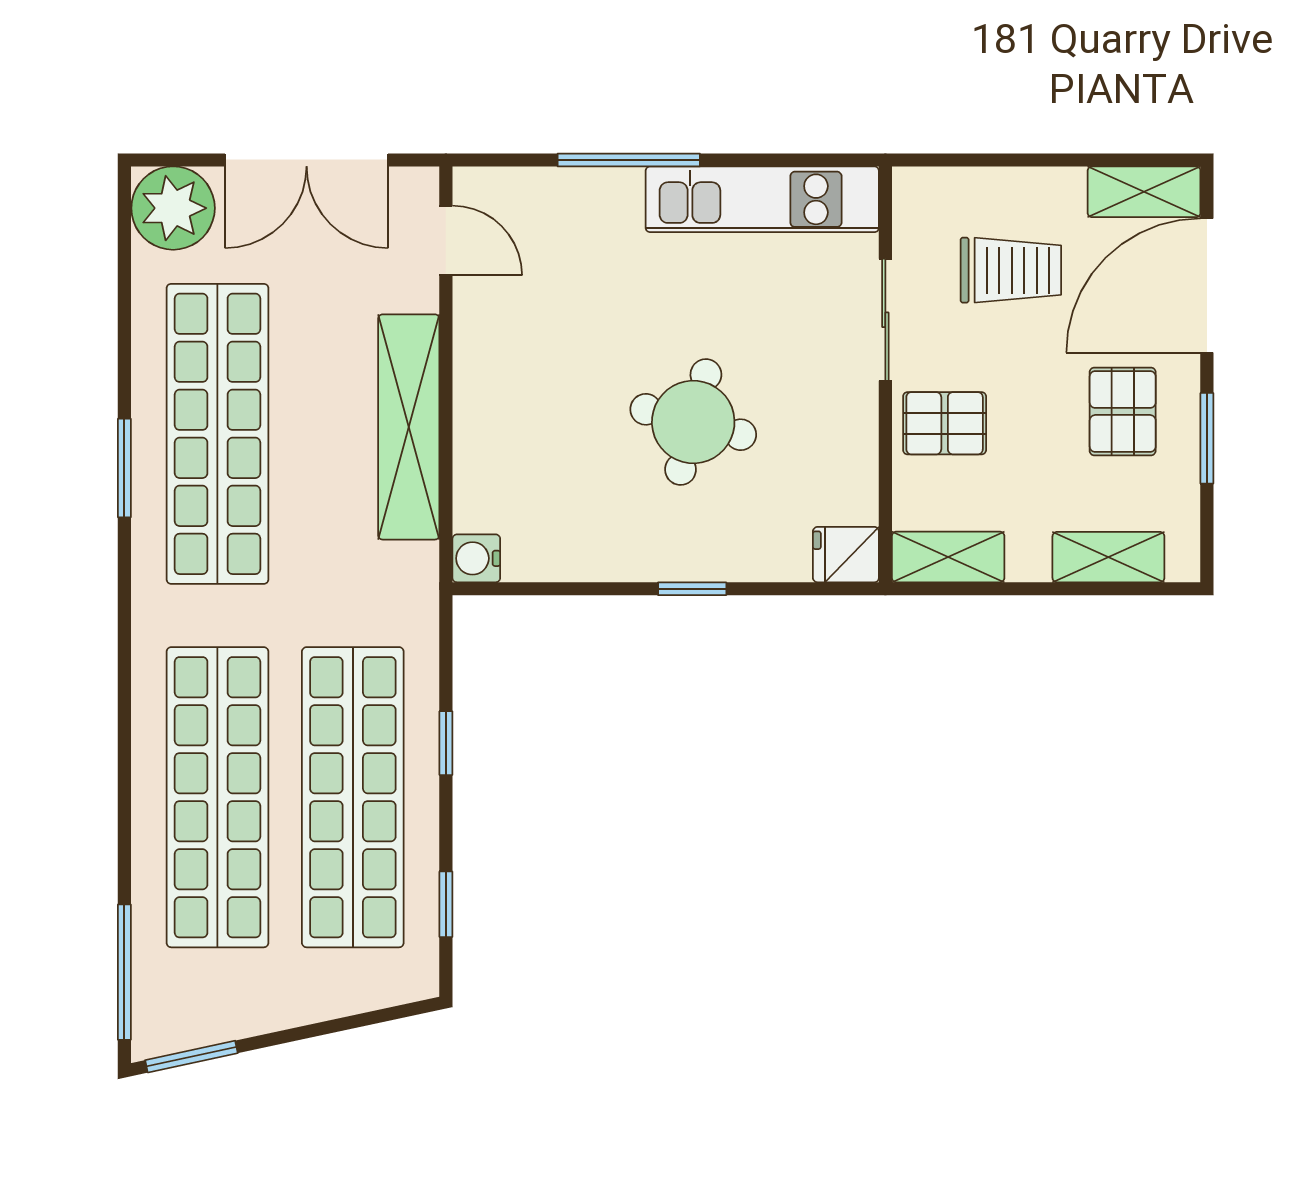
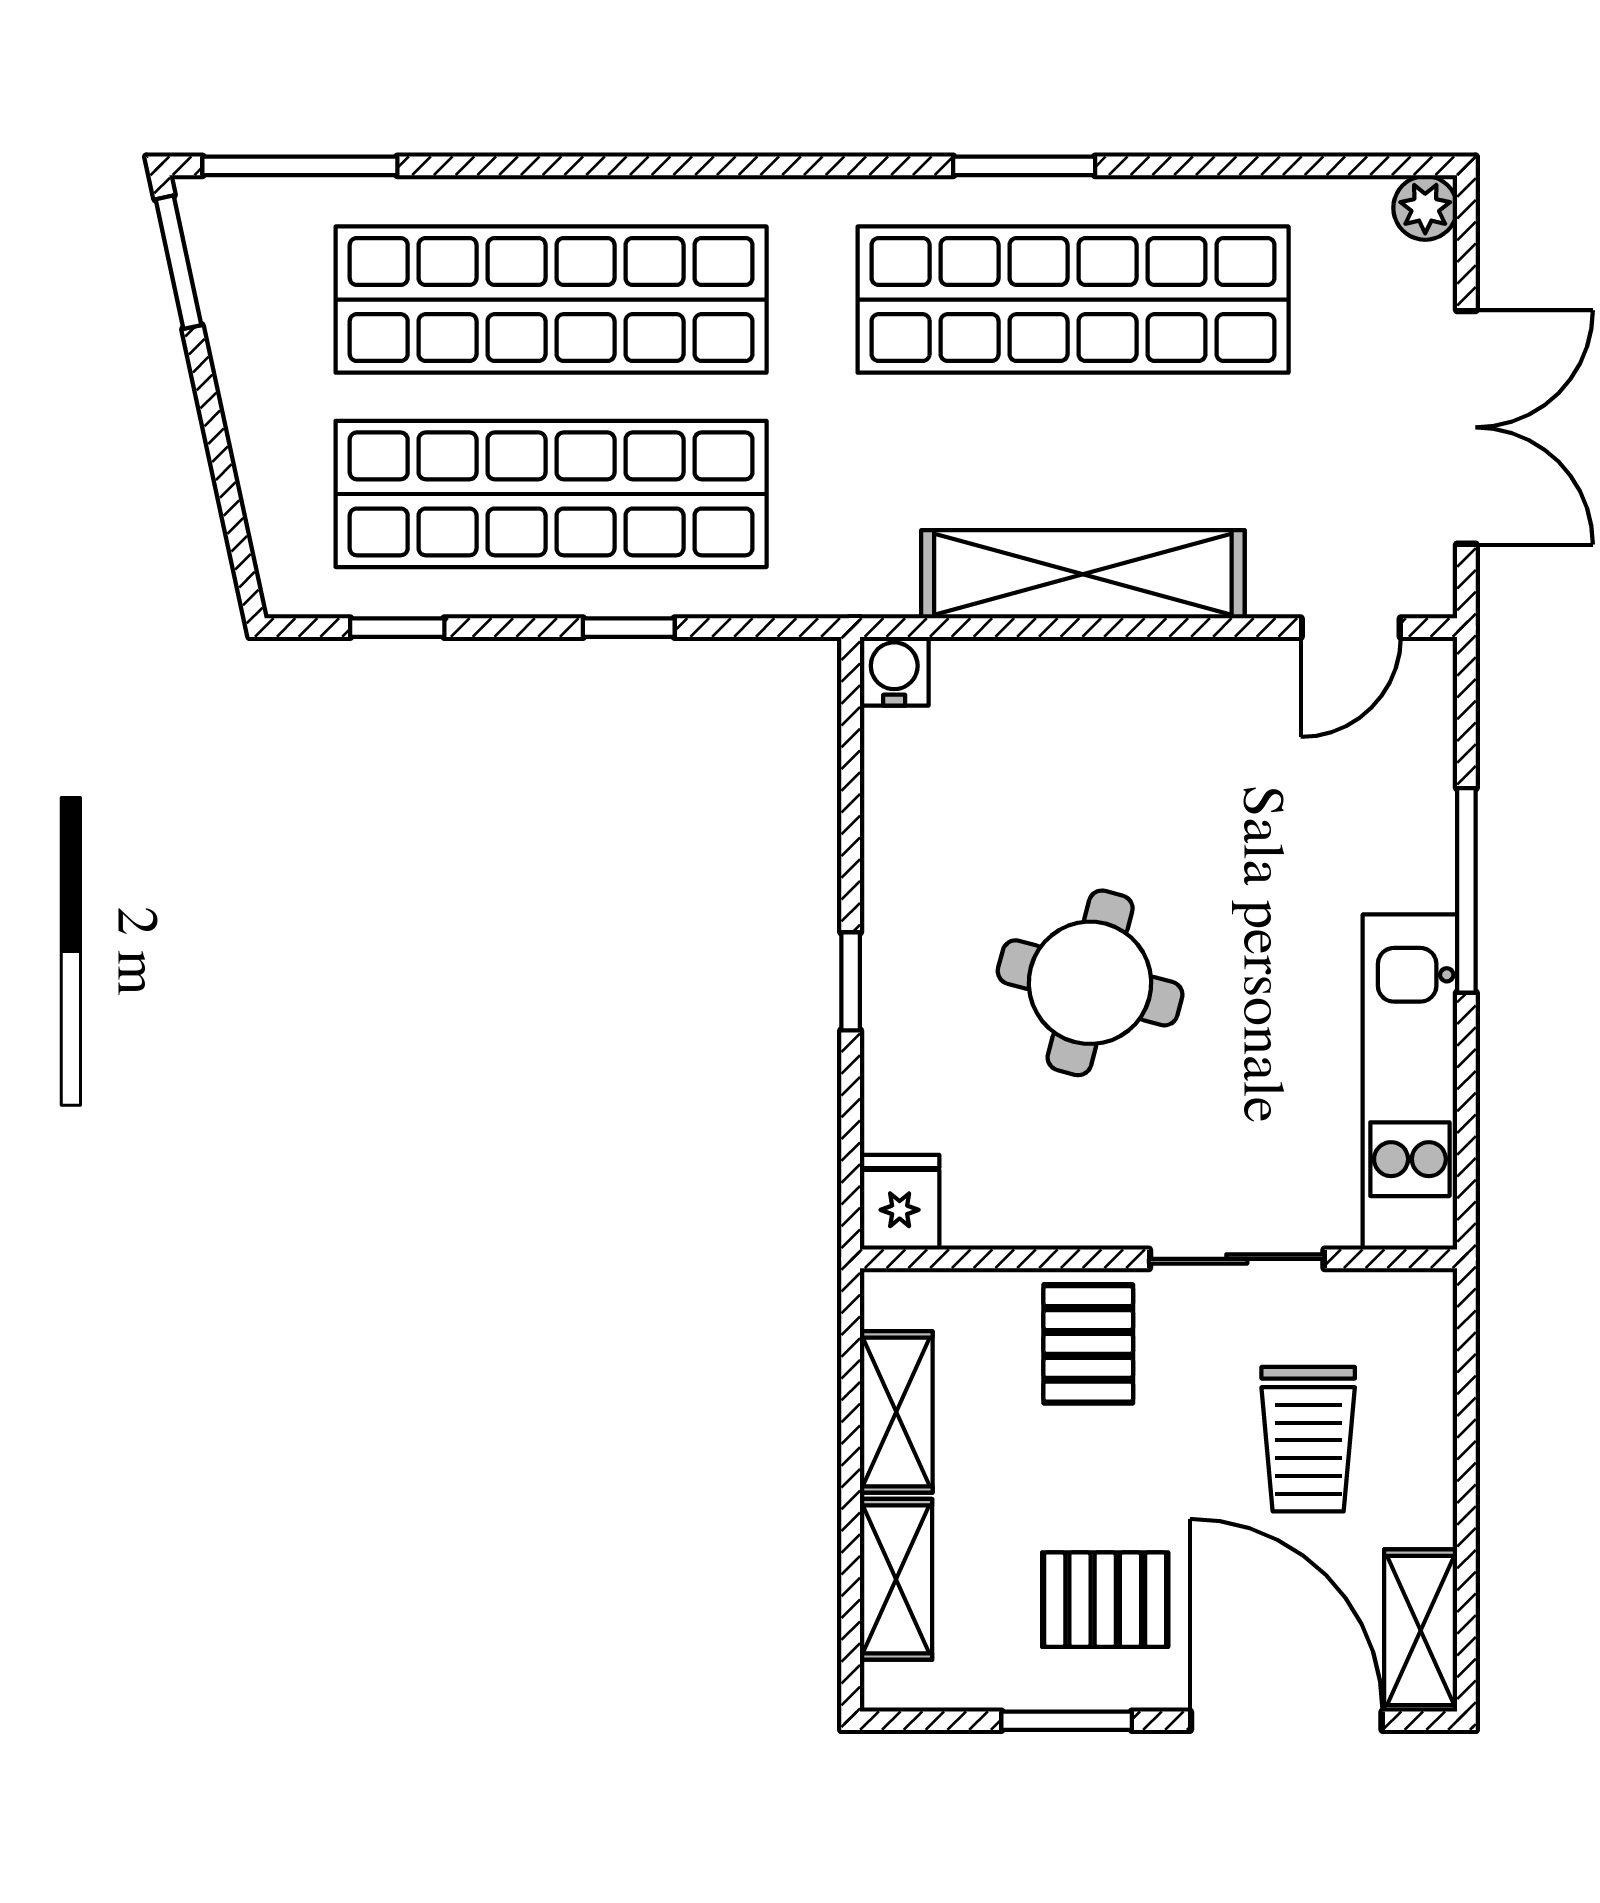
double door: (307, 160) -> (1466, 427), swing flipped
plant: (173, 208) -> (1425, 208), width x0.53, depth x0.53
shelving: (948, 557) -> (896, 1412), moved

